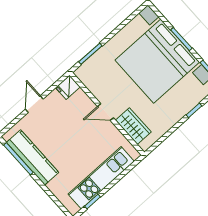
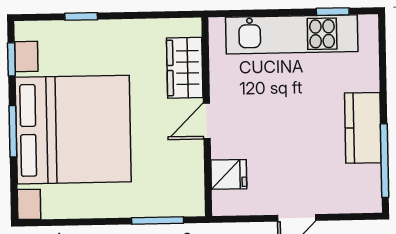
fridge: (68, 87) -> (229, 174), moved
door: (105, 112) -> (207, 121), swing flipped
kitchen counter: (33, 157) -> (363, 128), width x0.67

